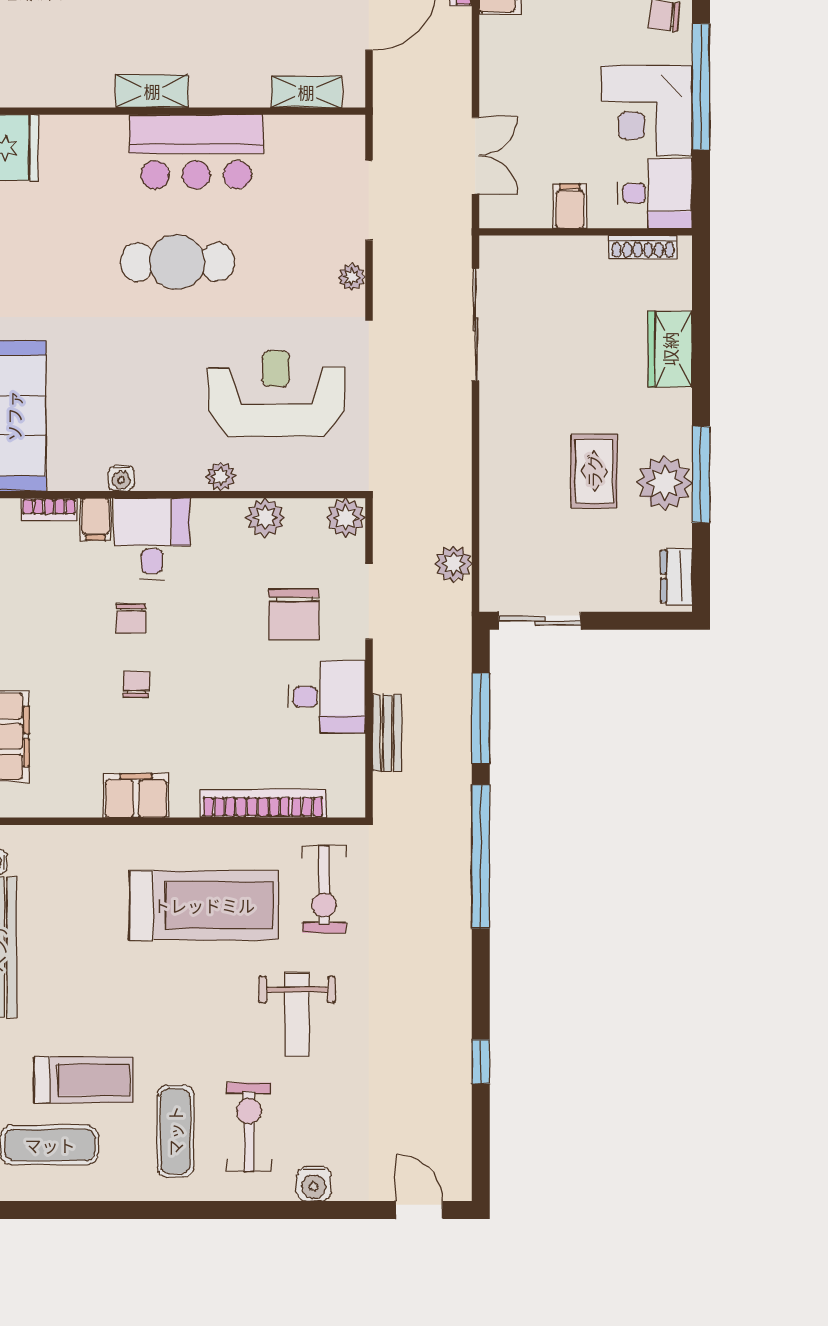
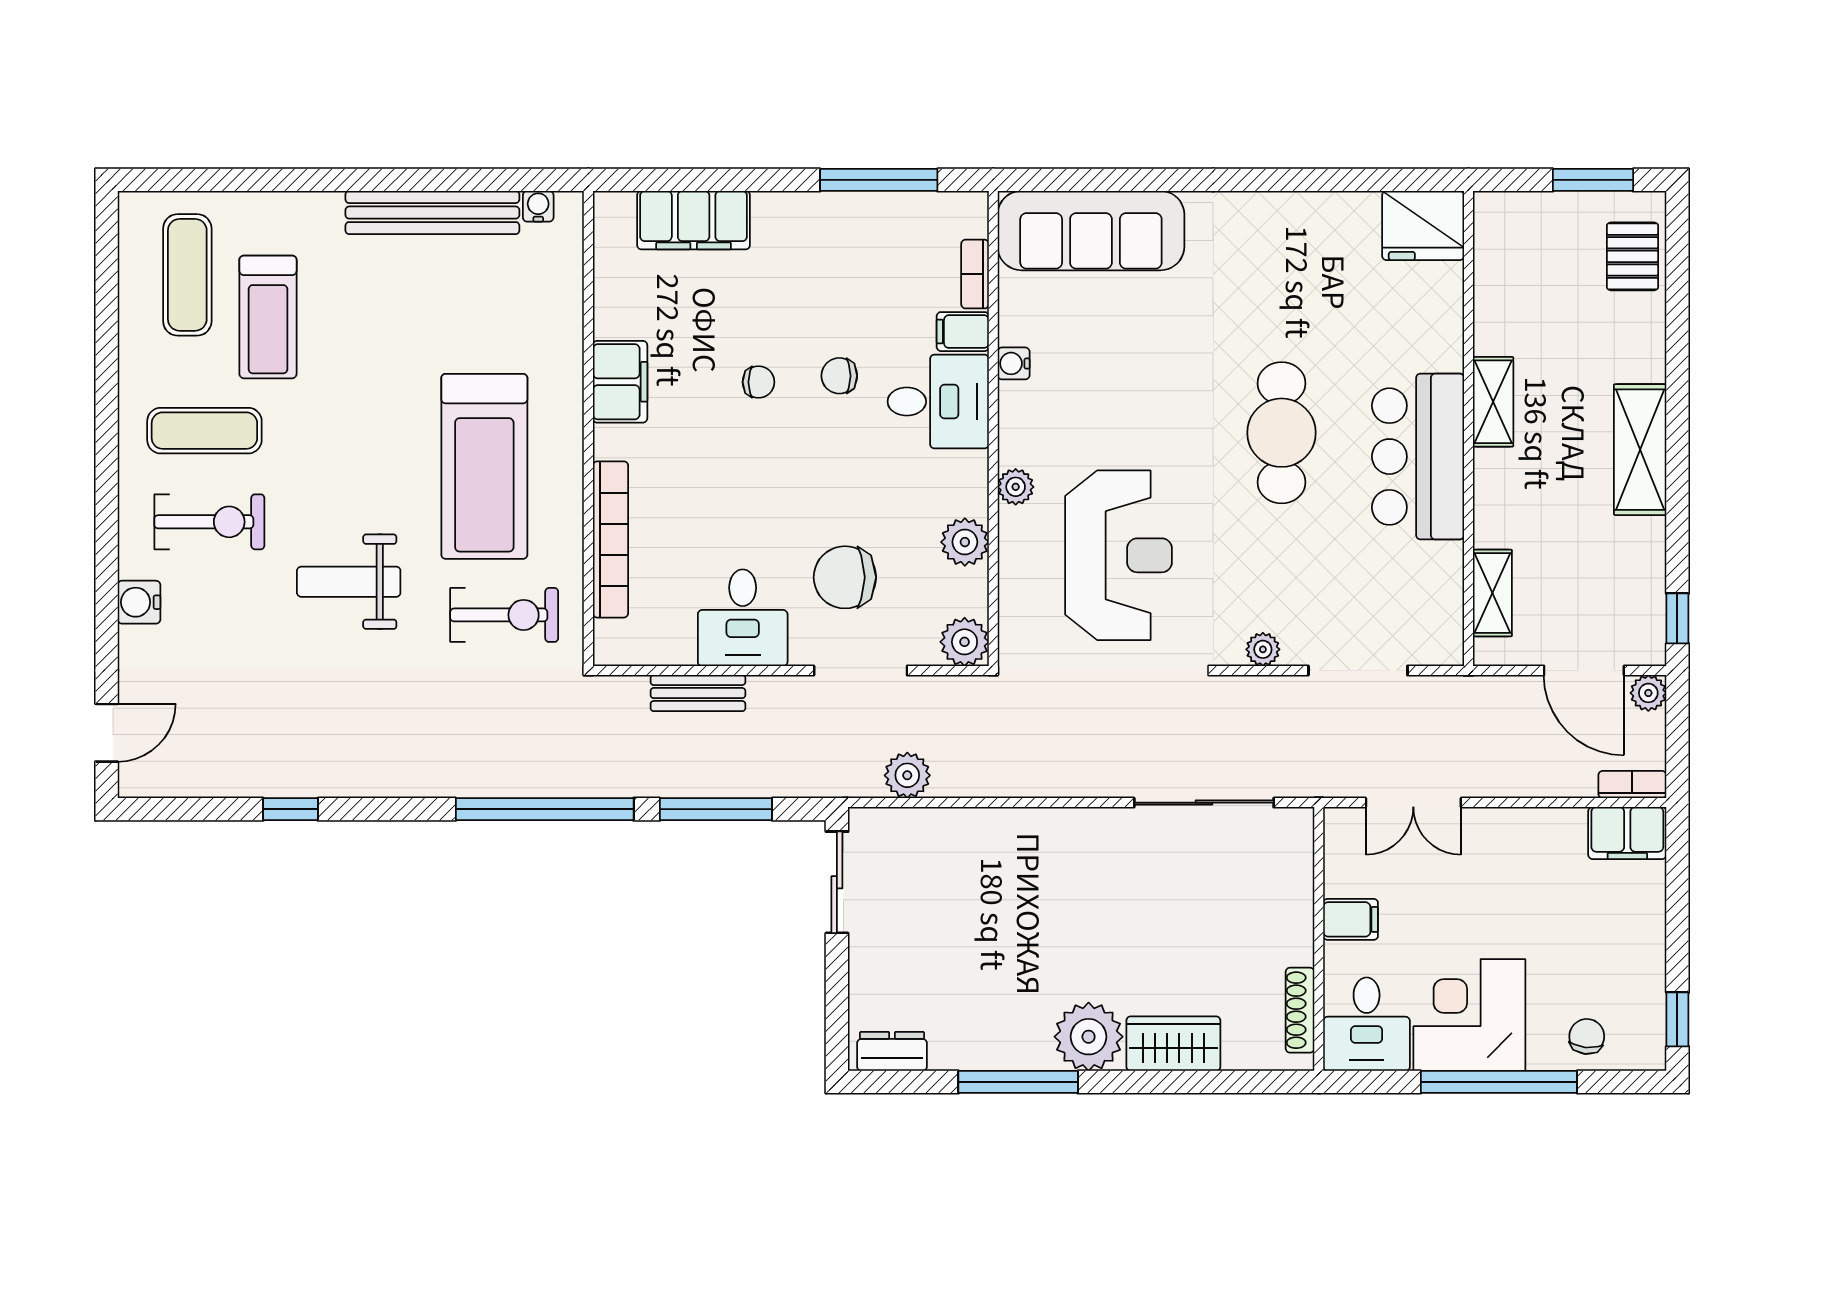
rug: (594, 471) -> (1022, 950), removed
plant: (664, 483) -> (1089, 1037), moved
exercise bike: (324, 889) -> (504, 615), turned 180

